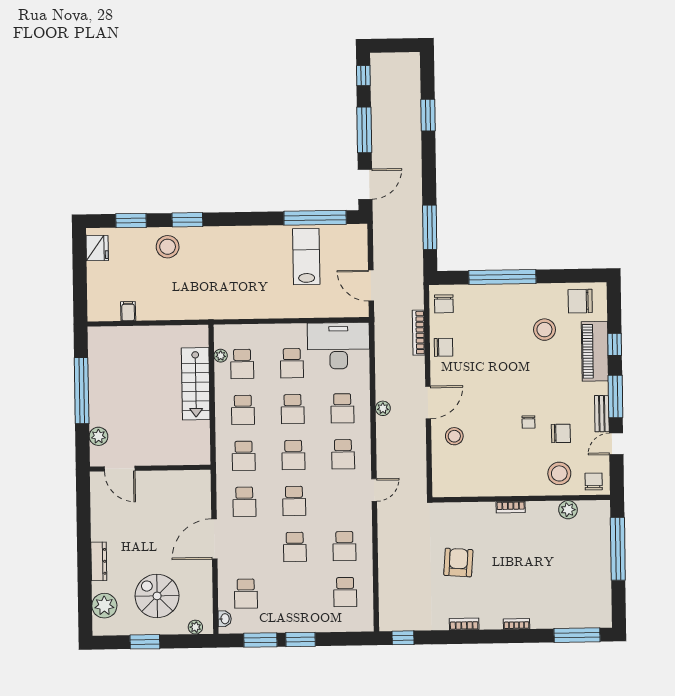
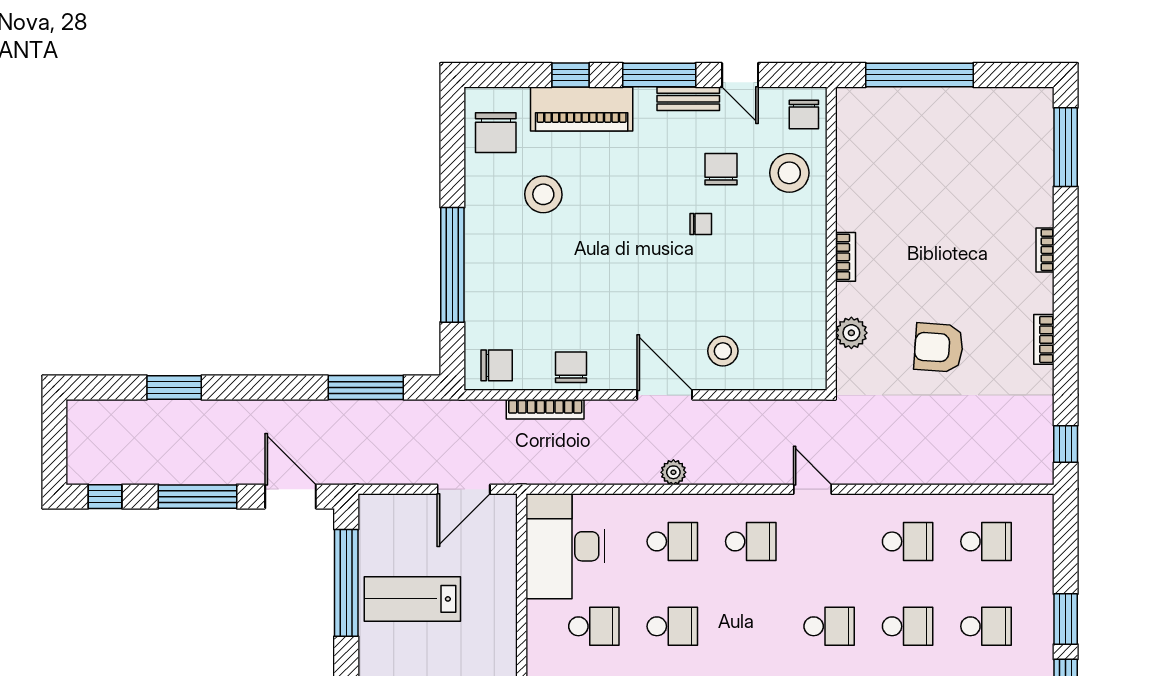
school desk: (293, 455) -> (986, 626), moved
chair: (594, 481) -> (804, 114), turned -90
plant: (568, 510) -> (851, 333), moved

